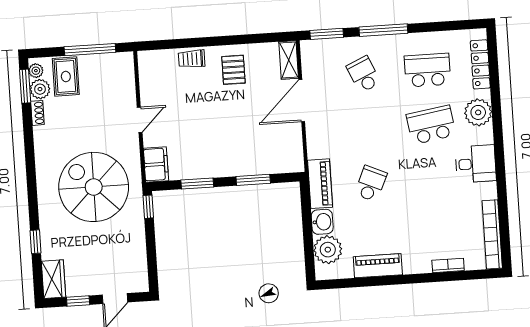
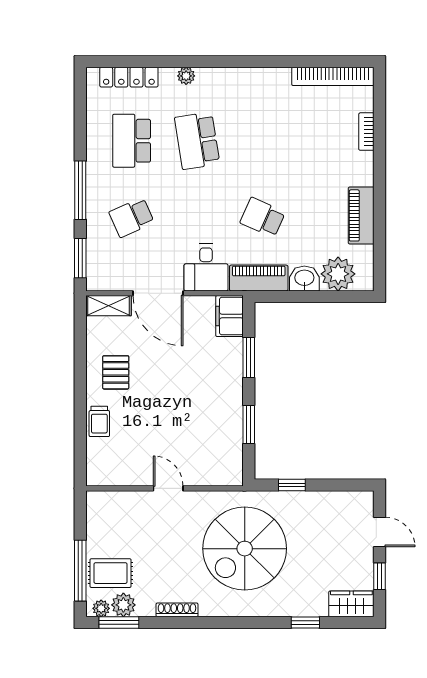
window: (90, 50) -> (80, 571), moved
pallet: (233, 70) -> (116, 372), turned 90
plant: (478, 112) -> (186, 76), width x0.53, depth x0.53
shoe rack: (37, 113) -> (177, 610), moved, width x1.43
filing cabinet: (156, 164) -> (229, 316), moved, turned -90
desk: (476, 164) -> (206, 268), moved, turned 180
window: (148, 207) -> (292, 485), moved

